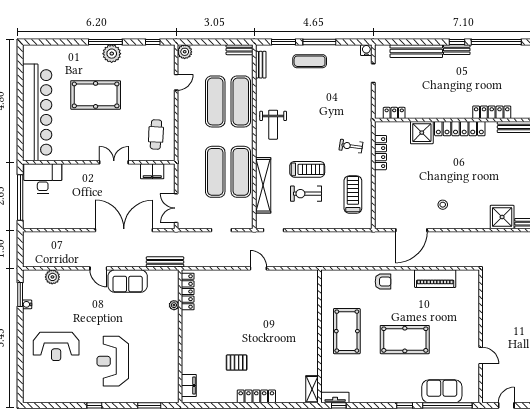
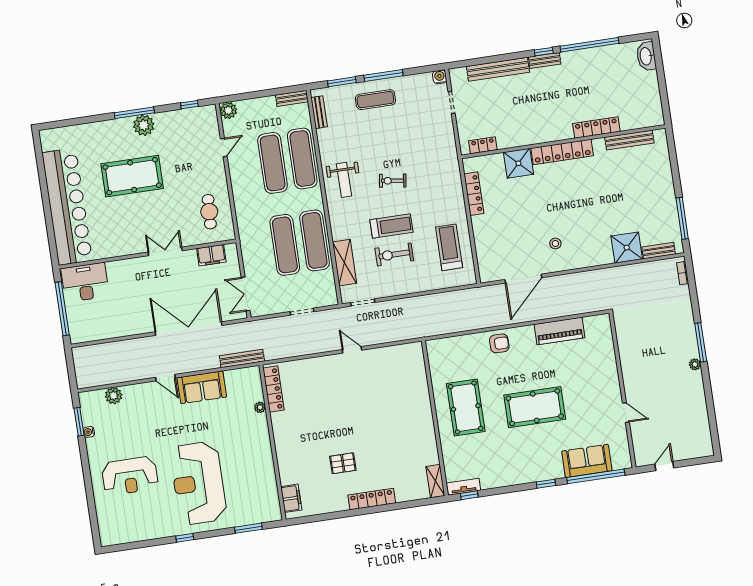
exercise bike: (351, 146) -> (393, 181), moved
shelving: (263, 185) -> (344, 263), width x0.68
reception desk: (113, 361) -> (198, 483), width x1.36, depth x1.30

